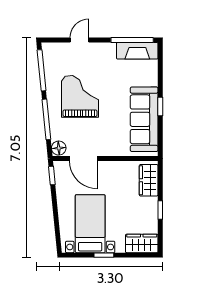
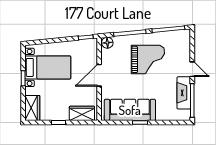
door: (80, 40) -> (192, 69), moved
fireplace: (137, 51) -> (184, 93), moved
door: (83, 158) -> (99, 75), moved

